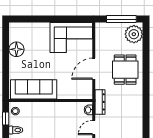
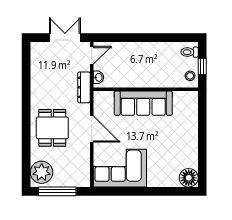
floor lamp: (16, 49) -> (189, 178), moved
door: (94, 69) -> (92, 129), hinge flipped
sofa: (34, 89) -> (143, 103), moved

